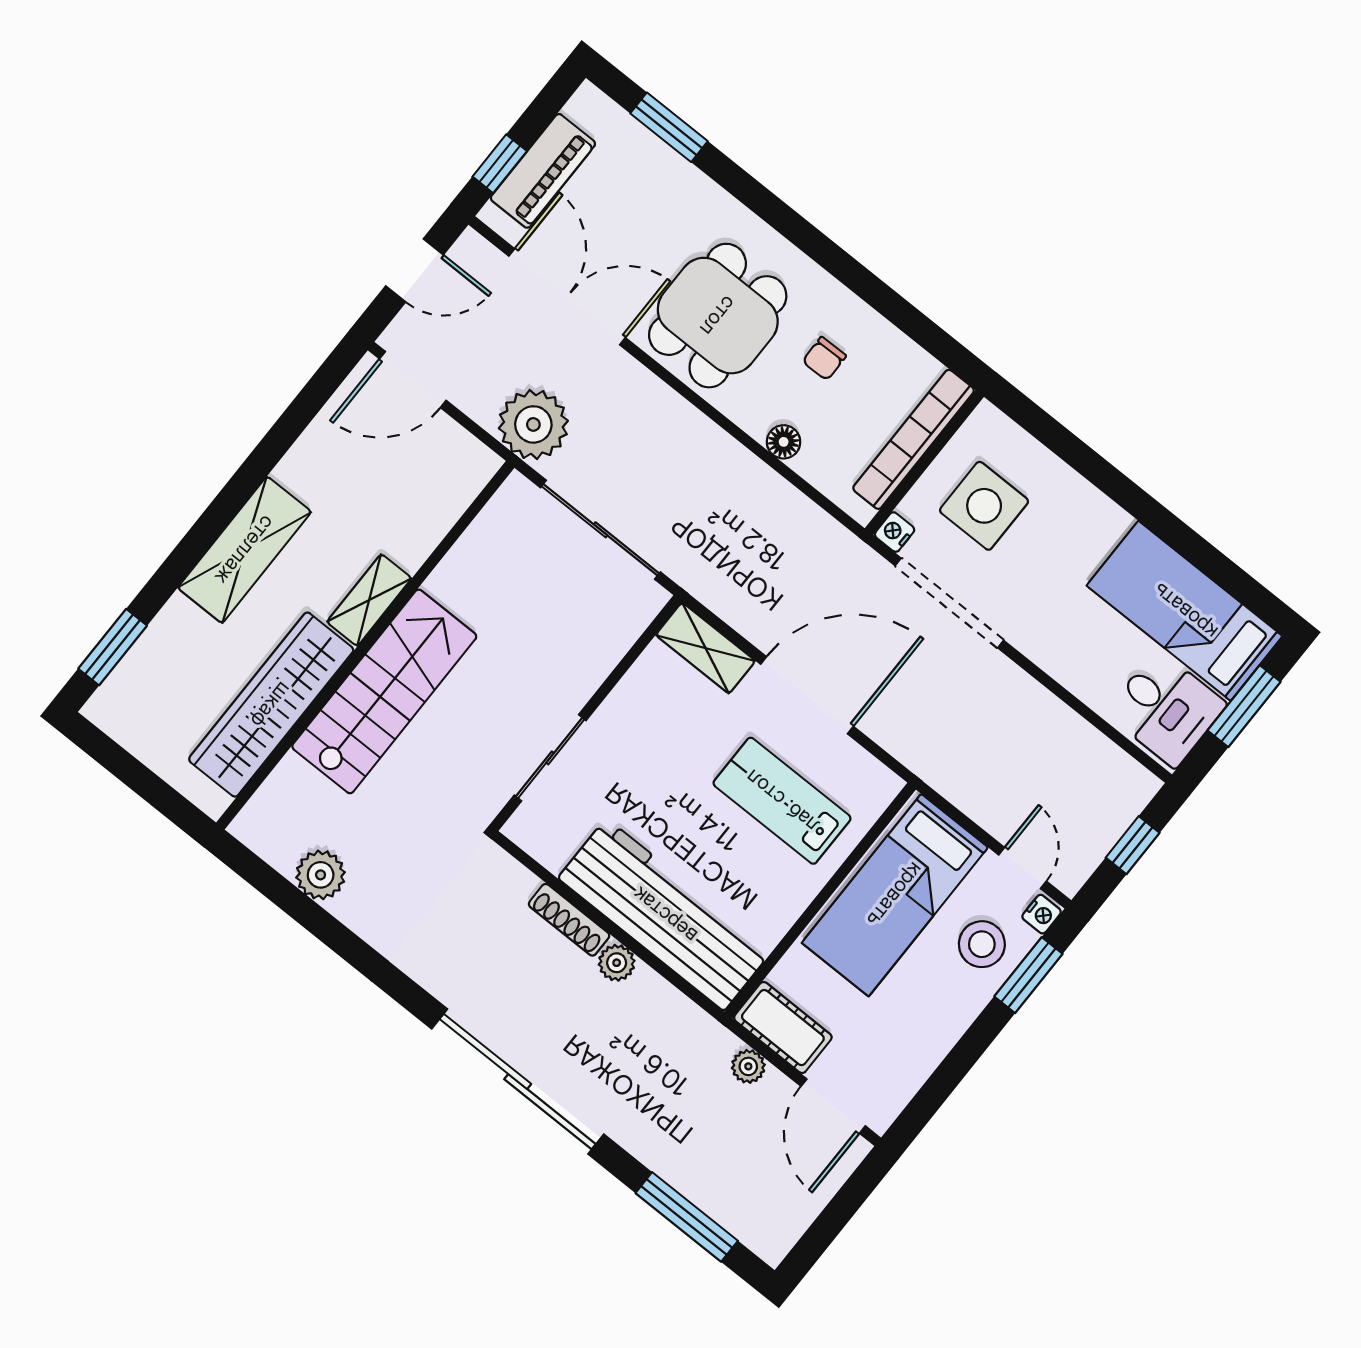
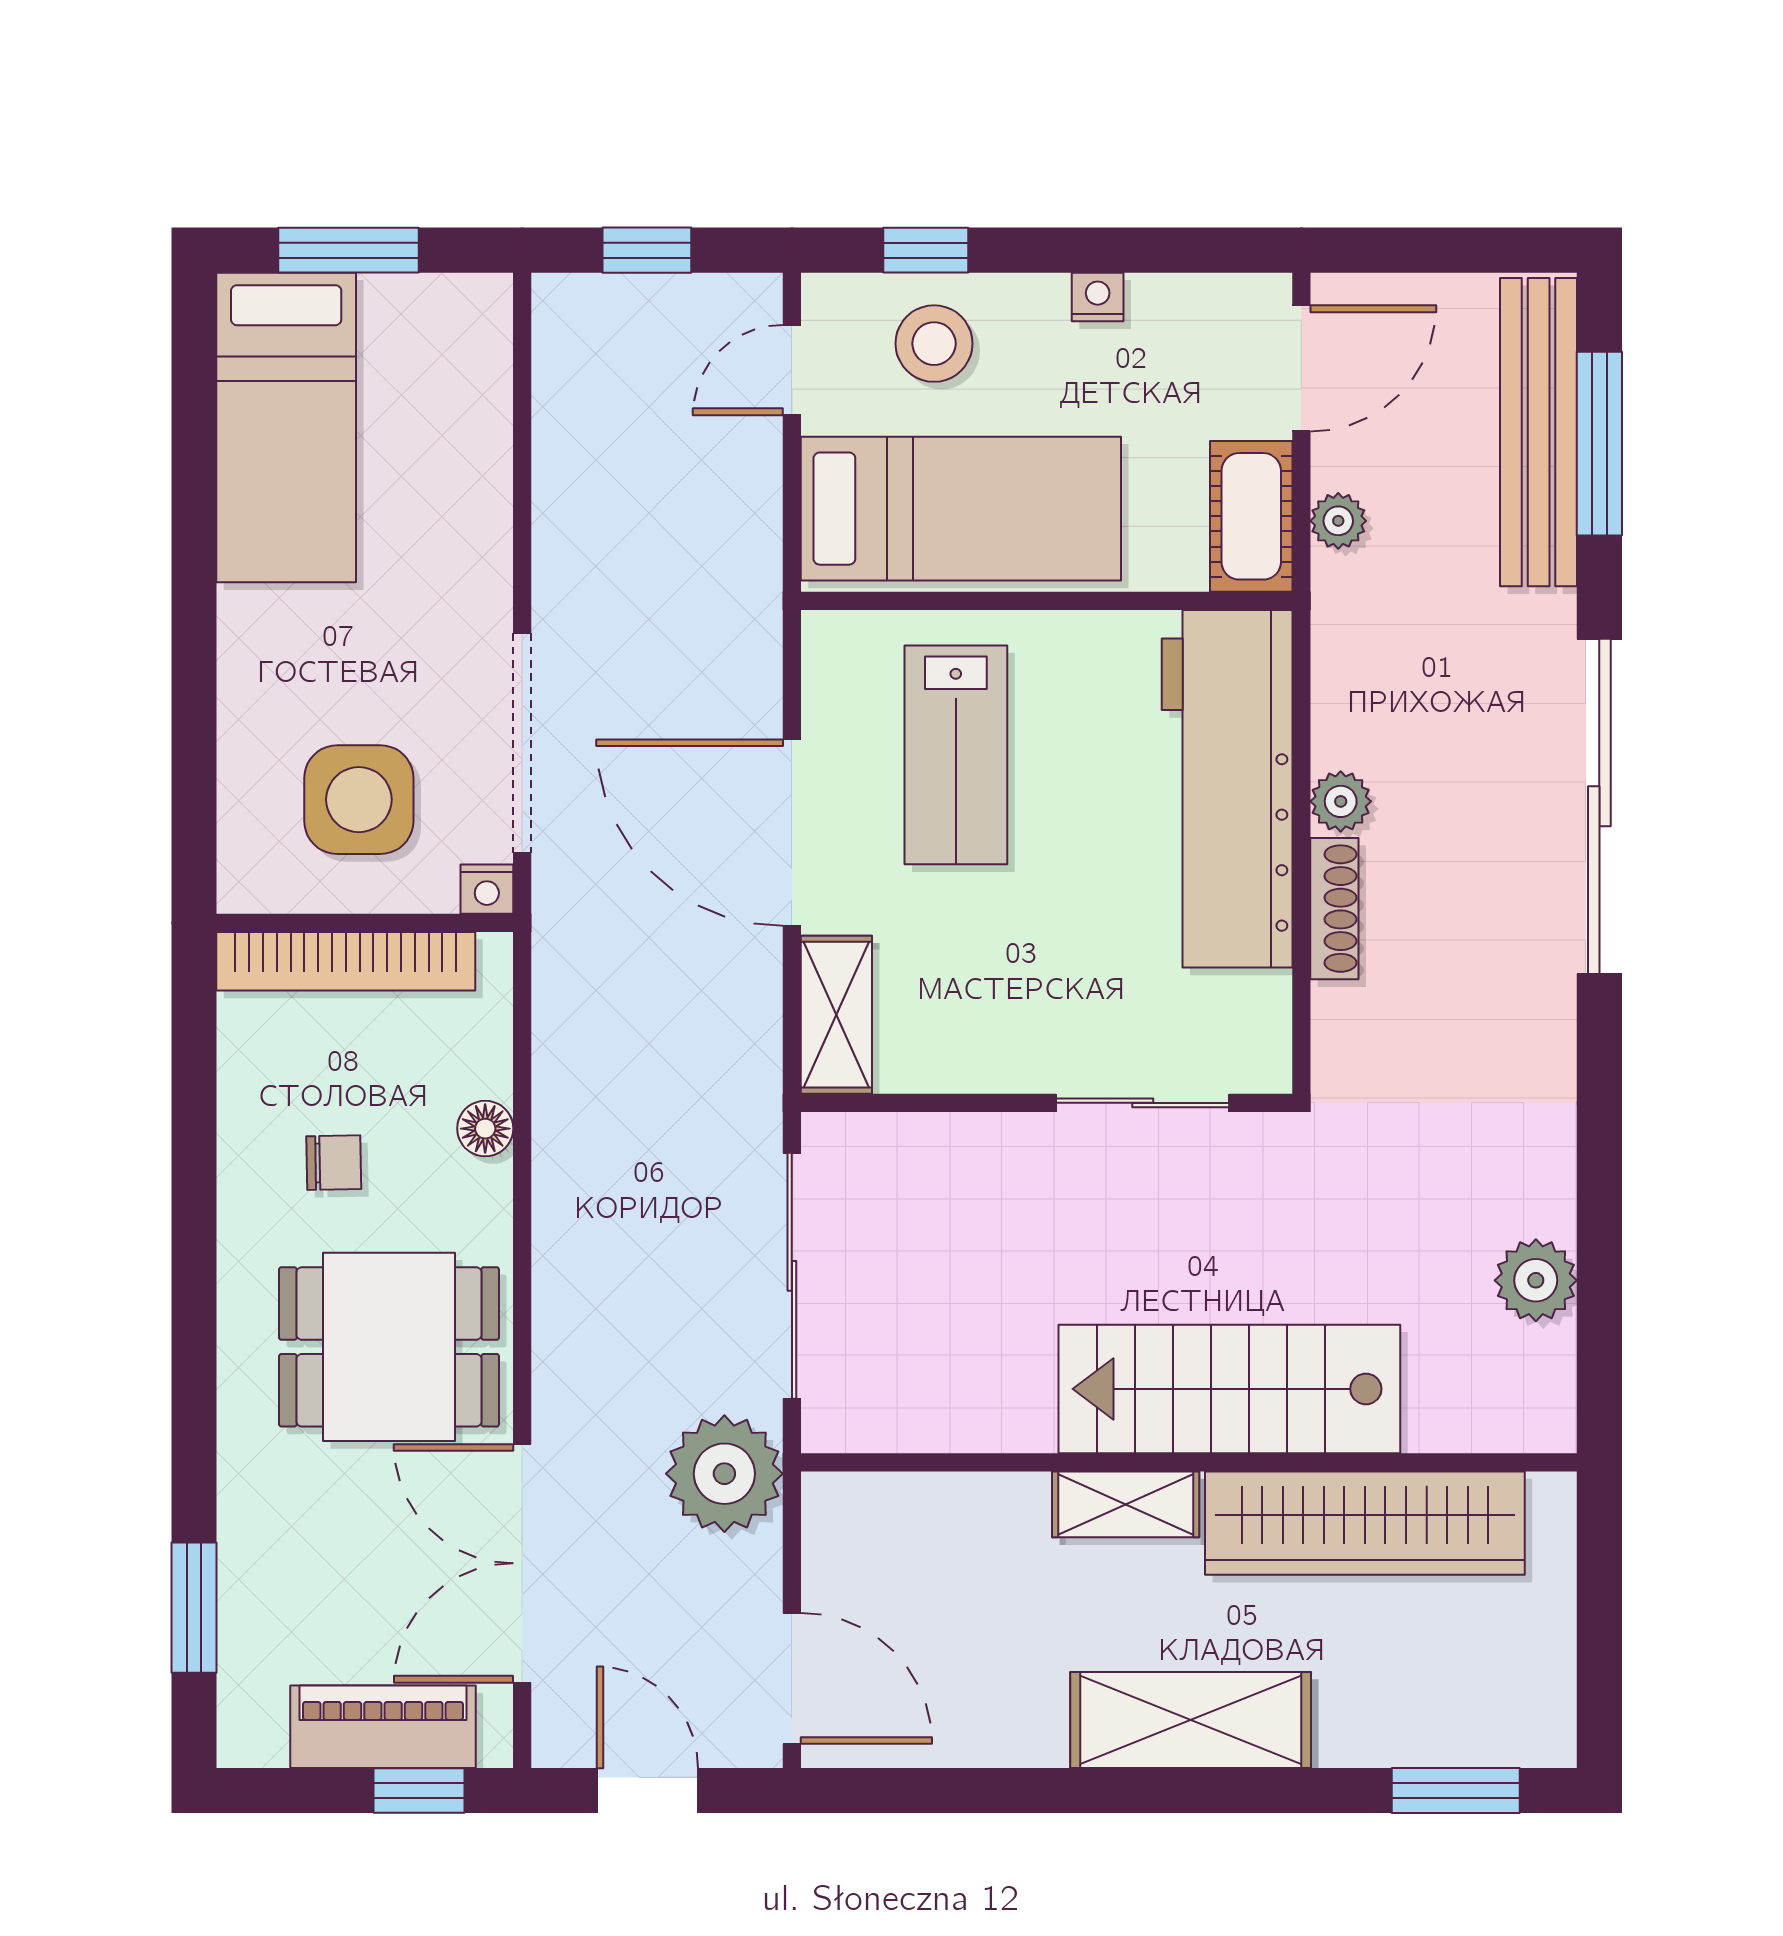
desk: (1166, 708) -> (433, 350), removed
nightstand: (1042, 914) -> (1098, 297), moved
window: (1028, 975) -> (926, 250), width x0.67
bench: (715, 1193) -> (1539, 432), added

